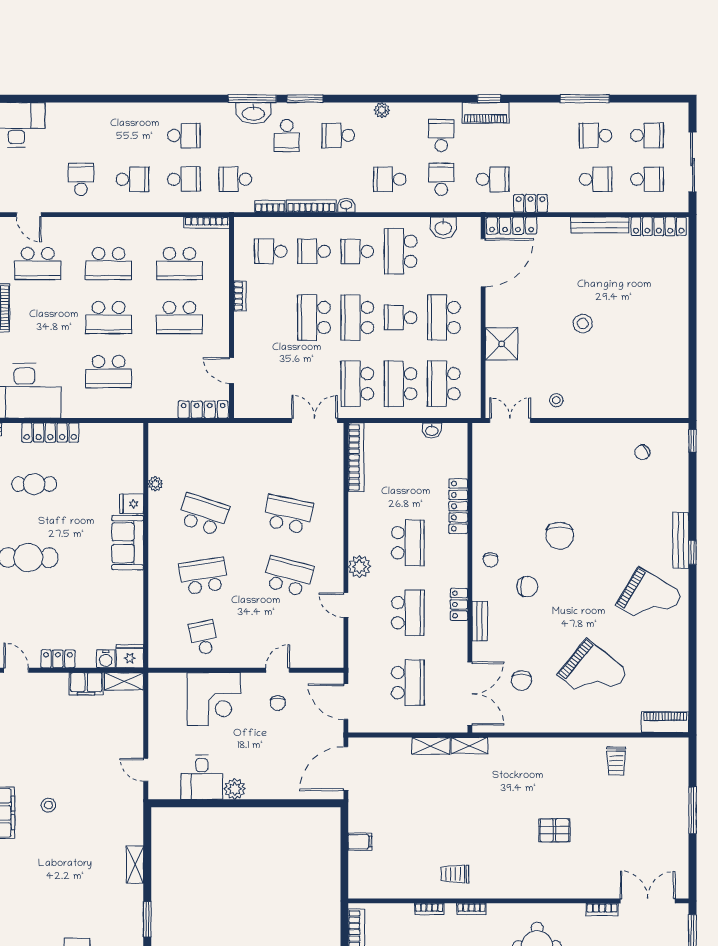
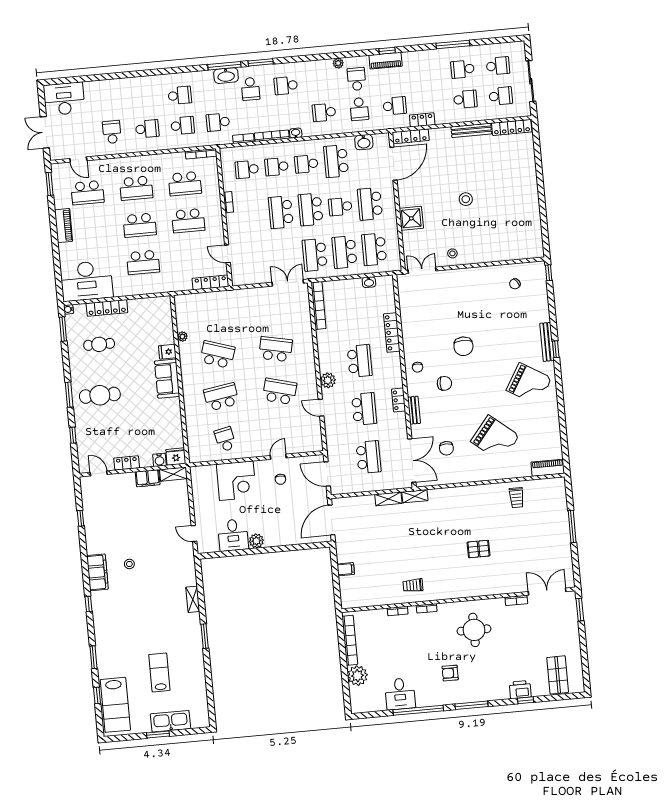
plant: (382, 110) -> (338, 63), moved
school desk: (441, 179) -> (359, 109), turned 180

